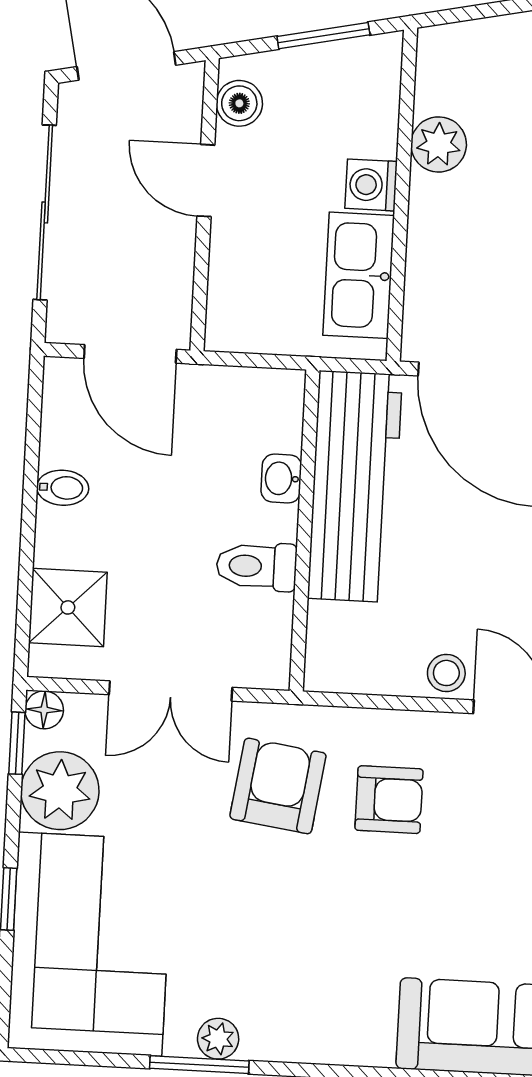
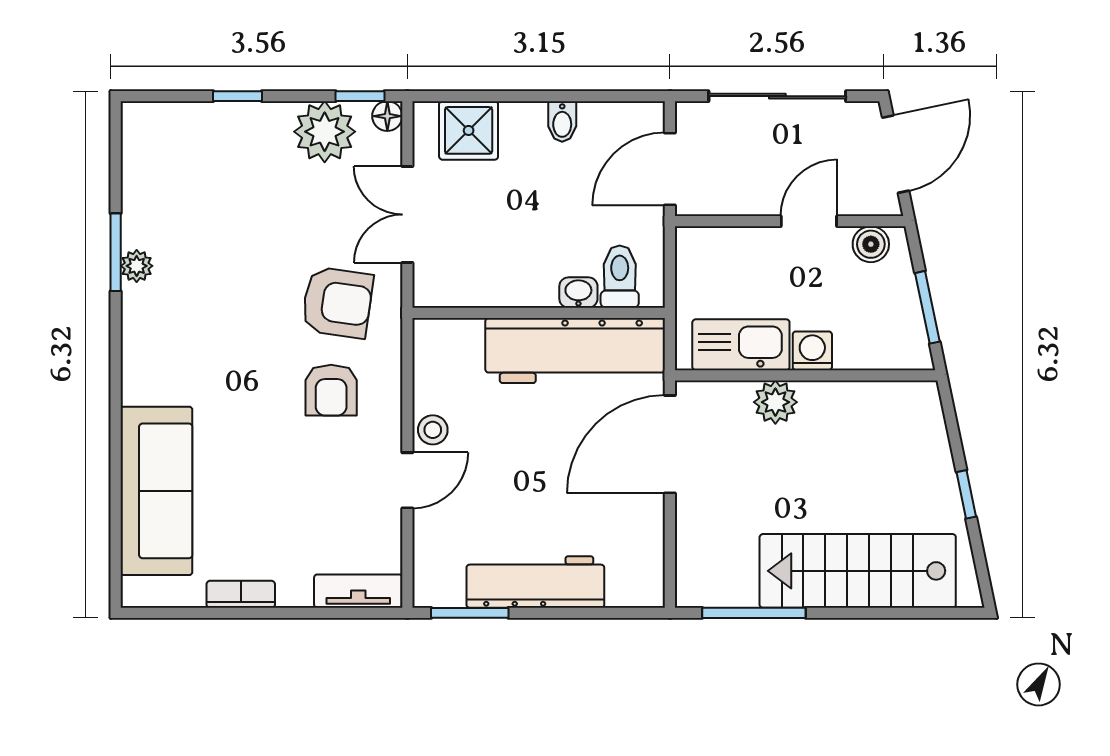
plant: (439, 144) -> (775, 402), moved
toilet: (256, 566) -> (620, 277), moved
corner sofa: (90, 944) -> (206, 162), removed

